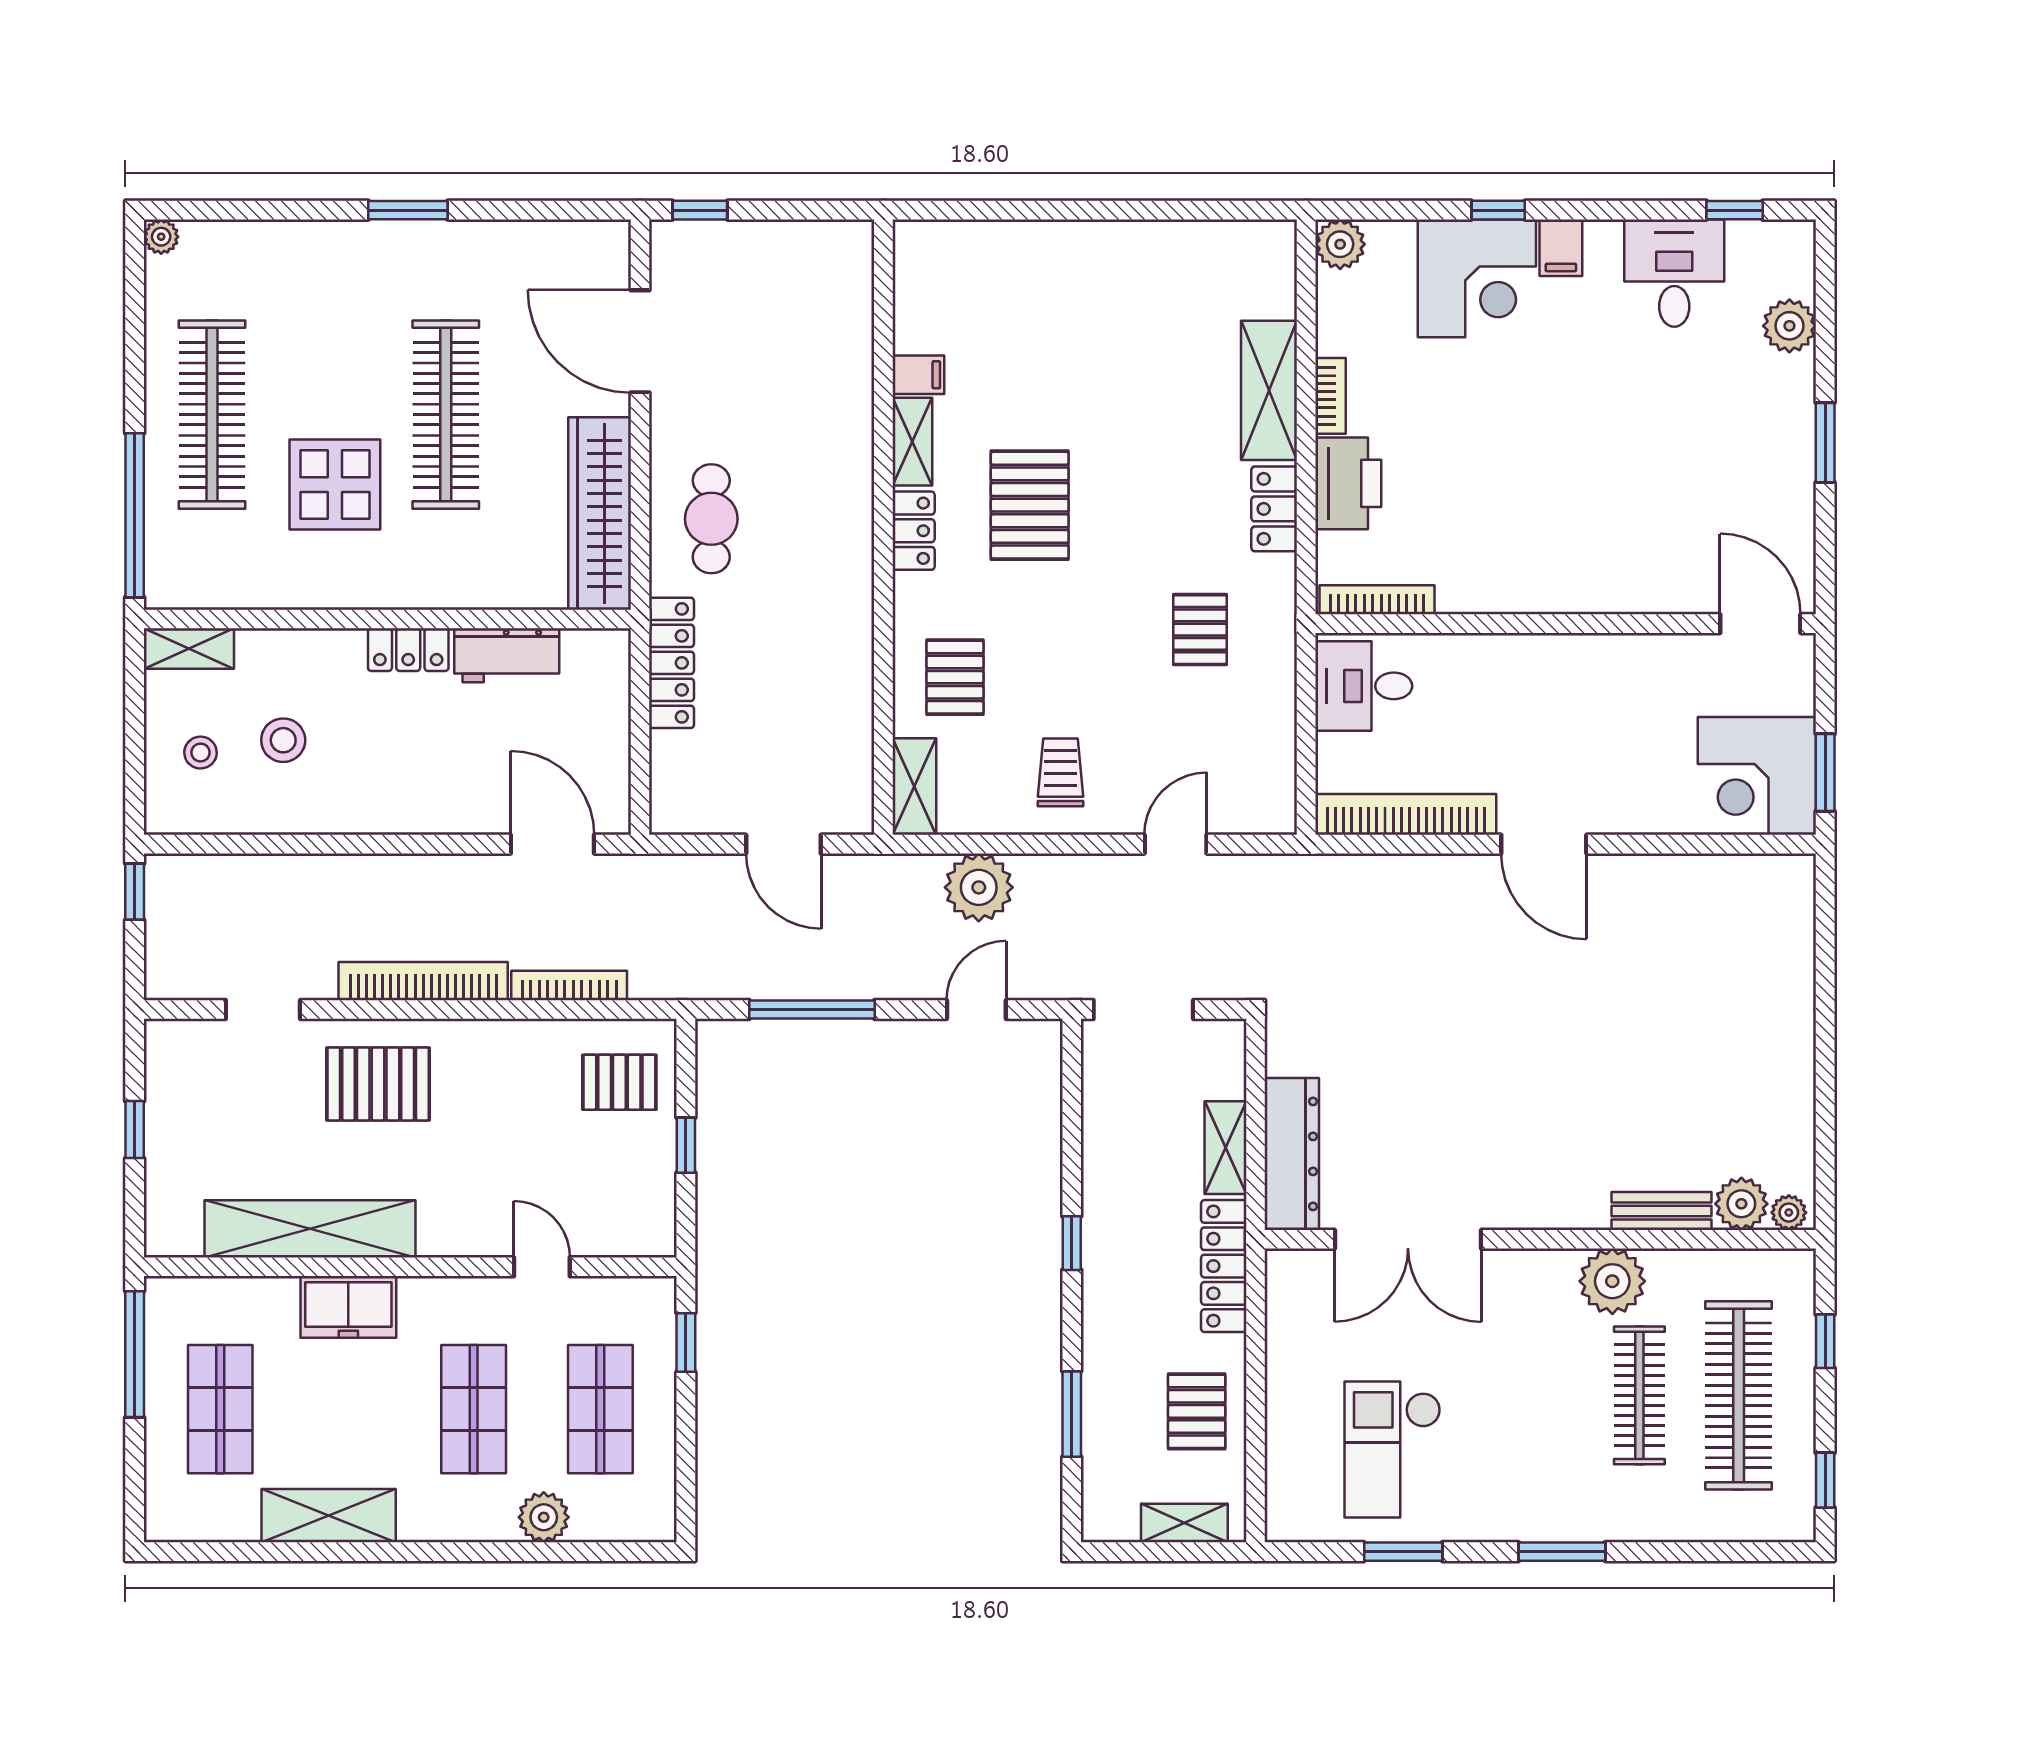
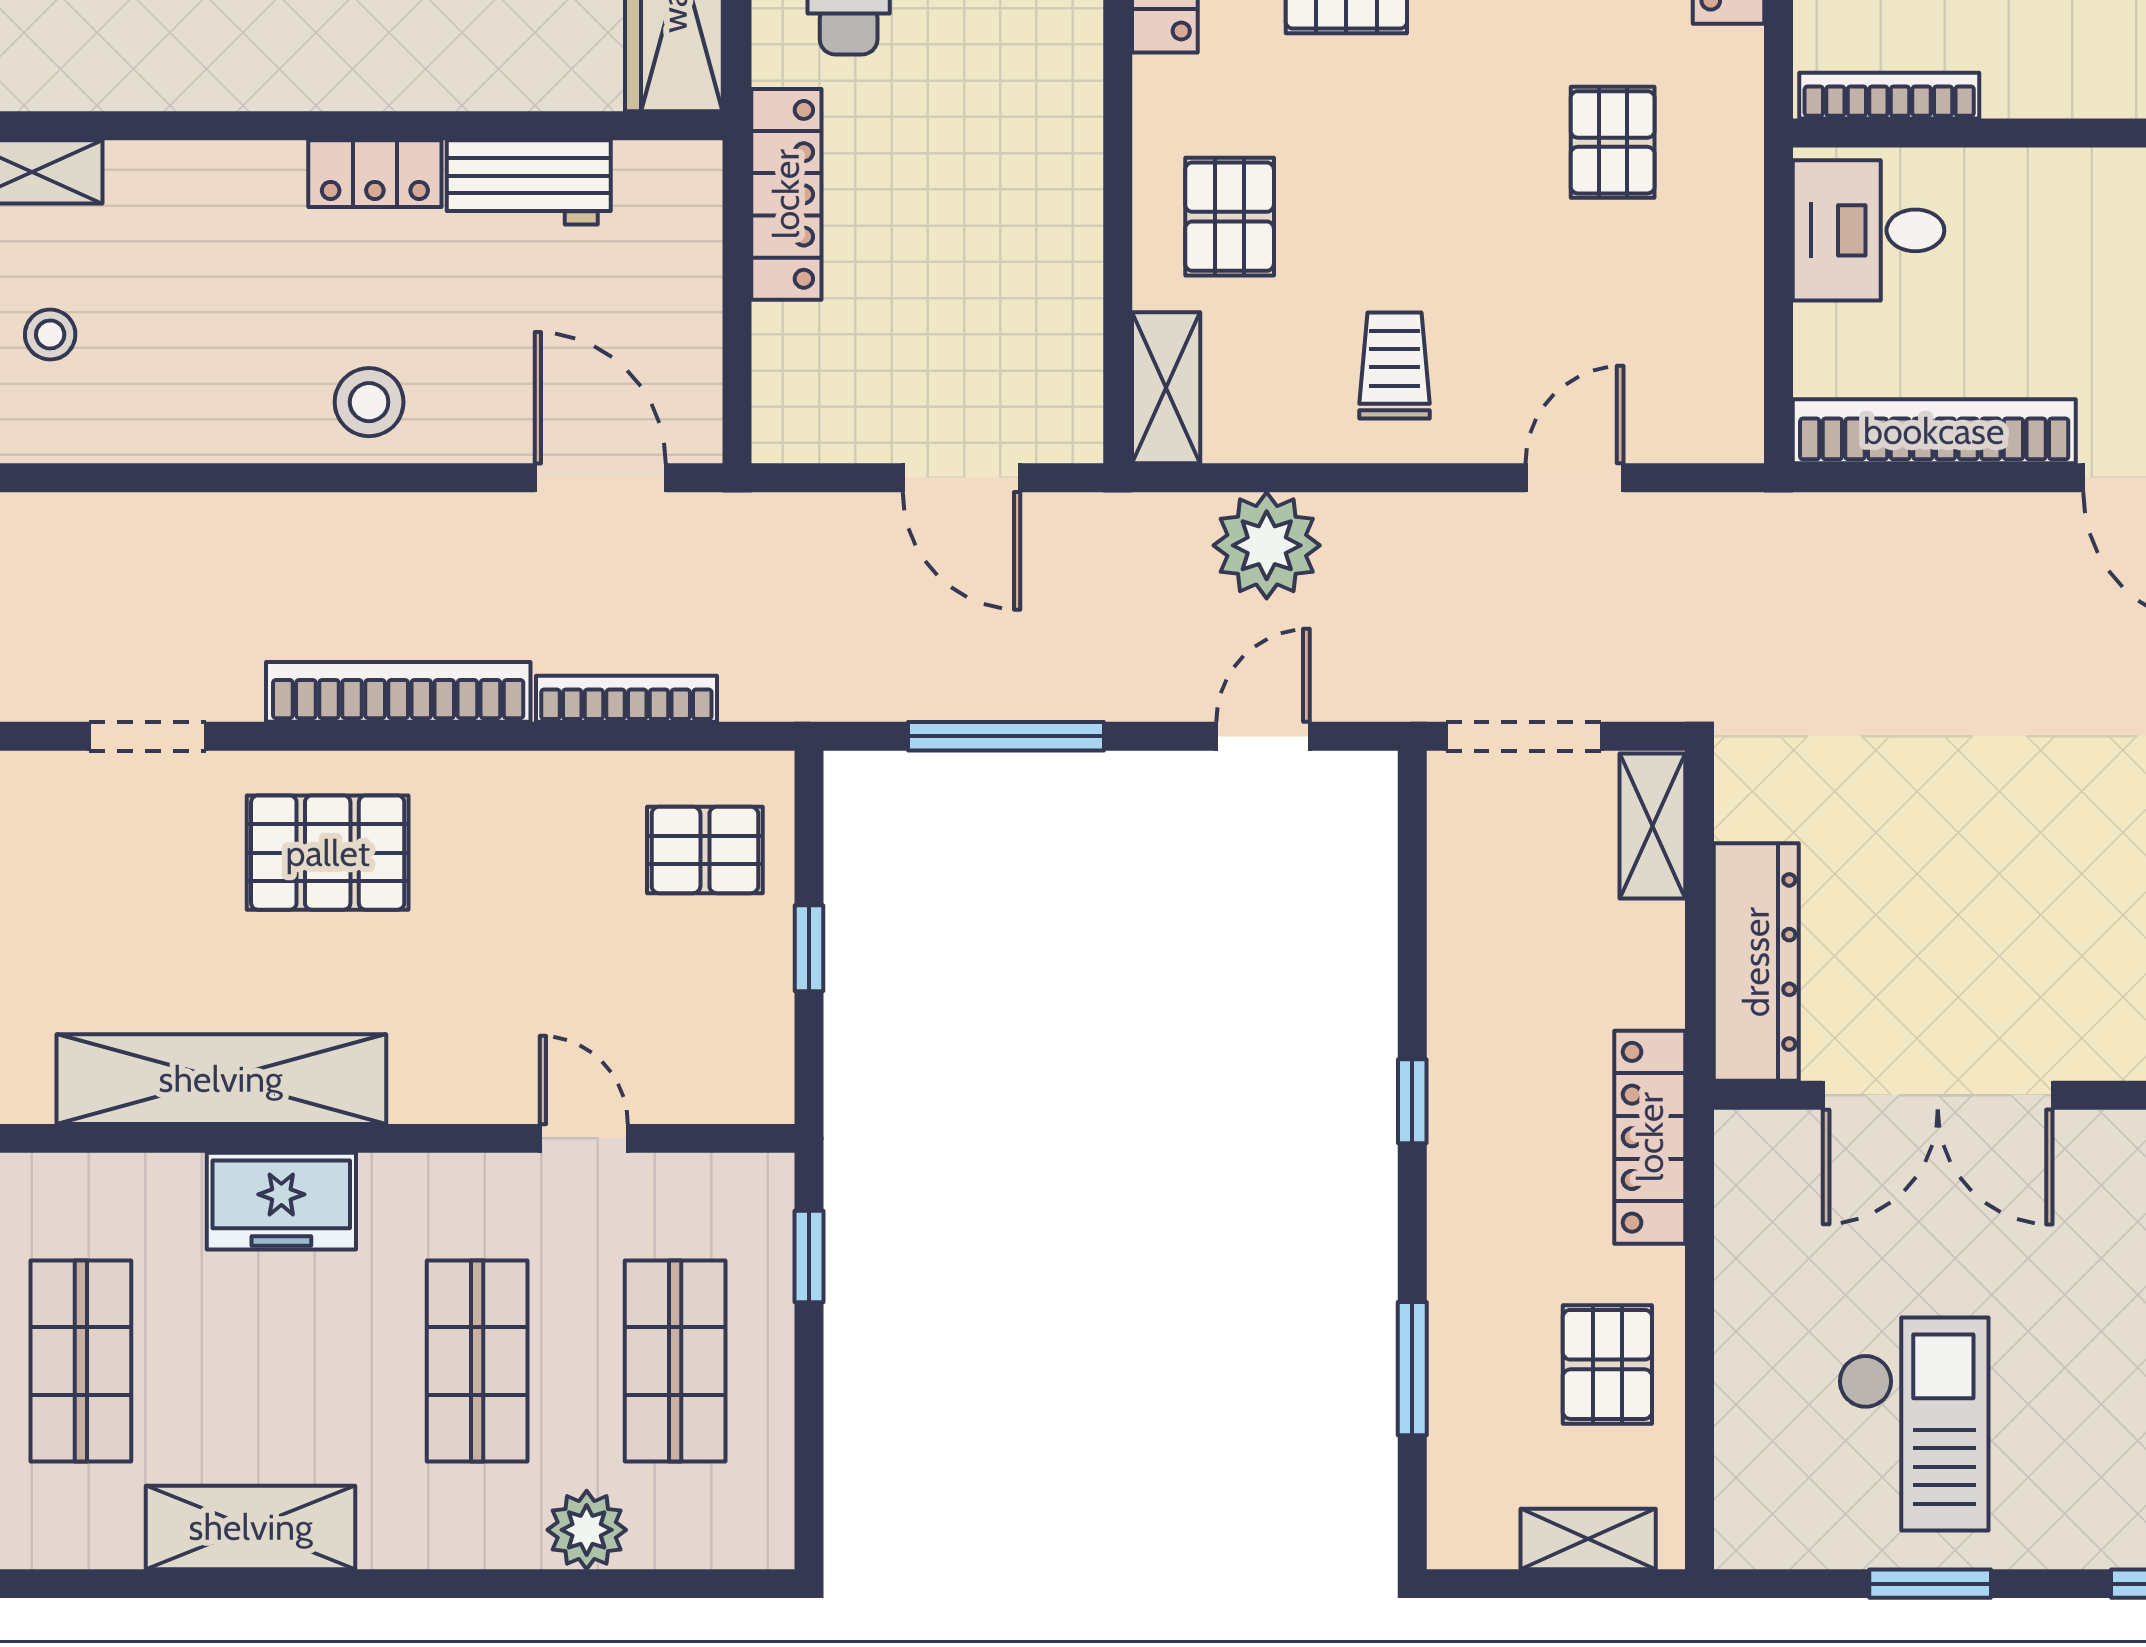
stool: (283, 740) -> (369, 402), moved
shelving: (1225, 1148) -> (1652, 826), moved
checkout: (1392, 1449) -> (1913, 1424), turned 180

